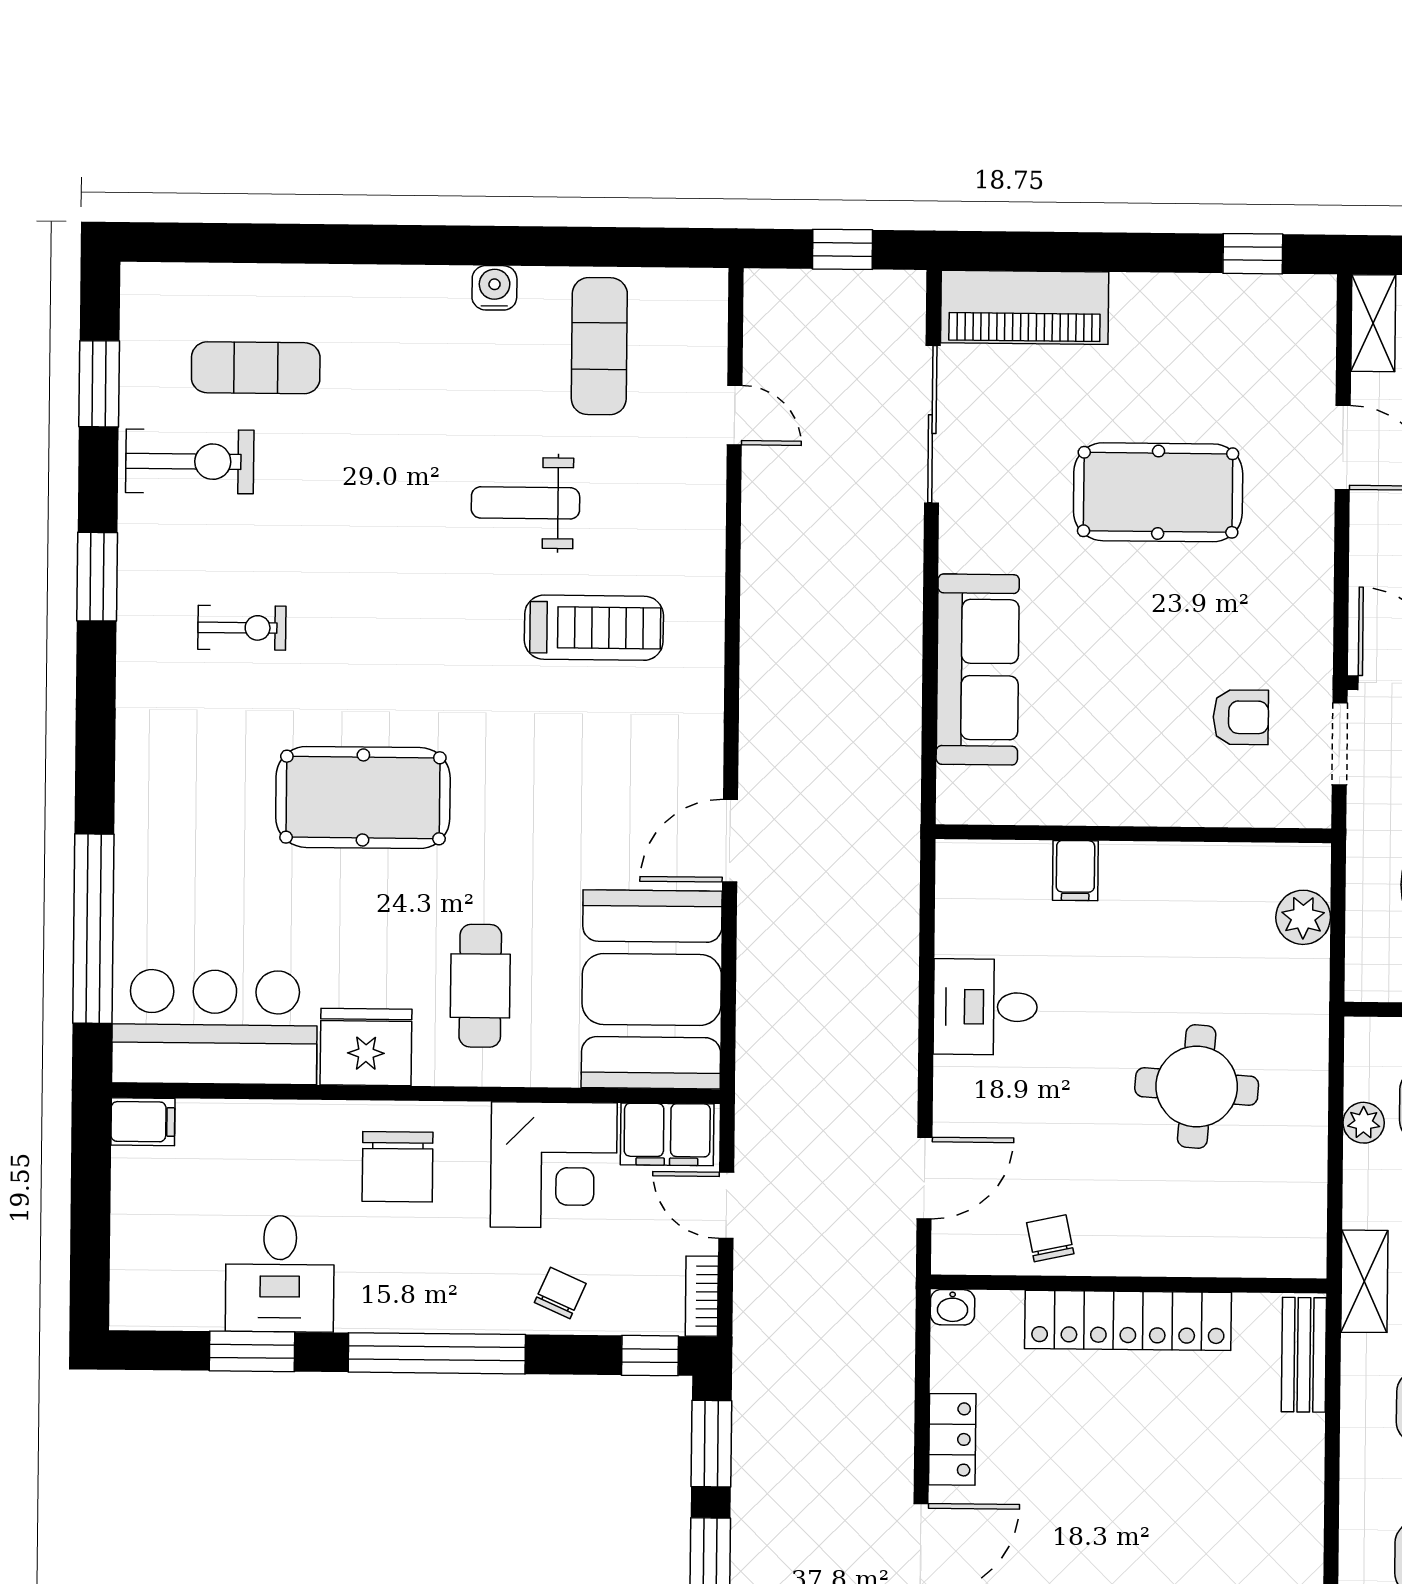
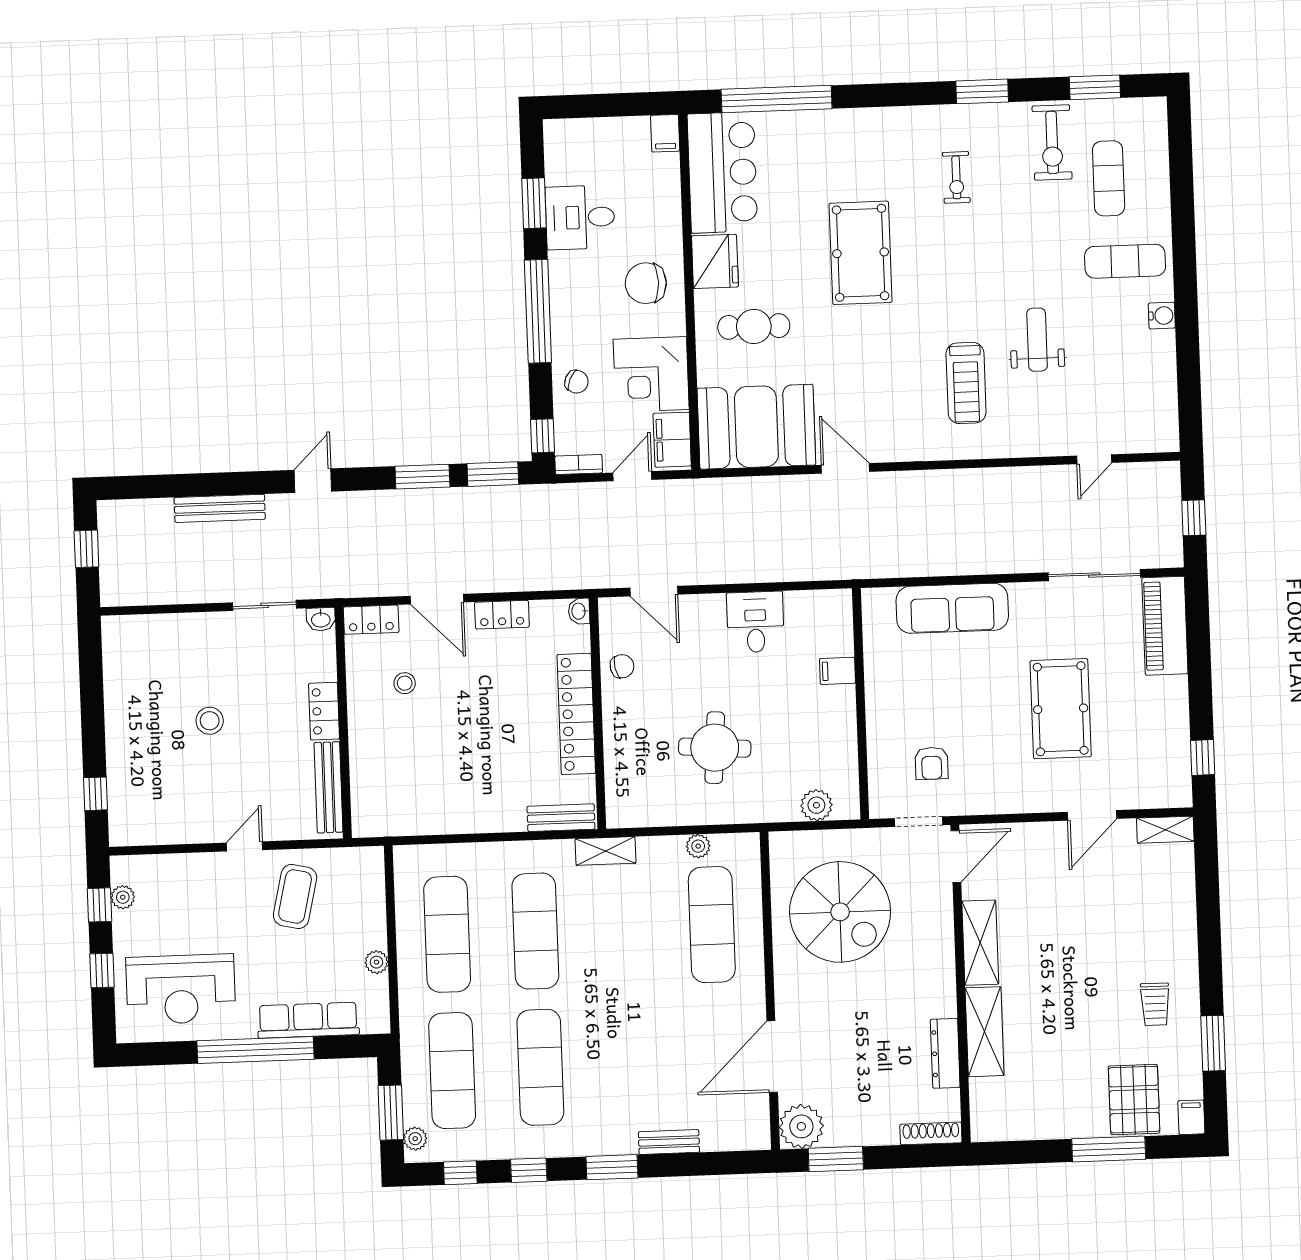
exercise mat: (599, 346) -> (1125, 261), moved

